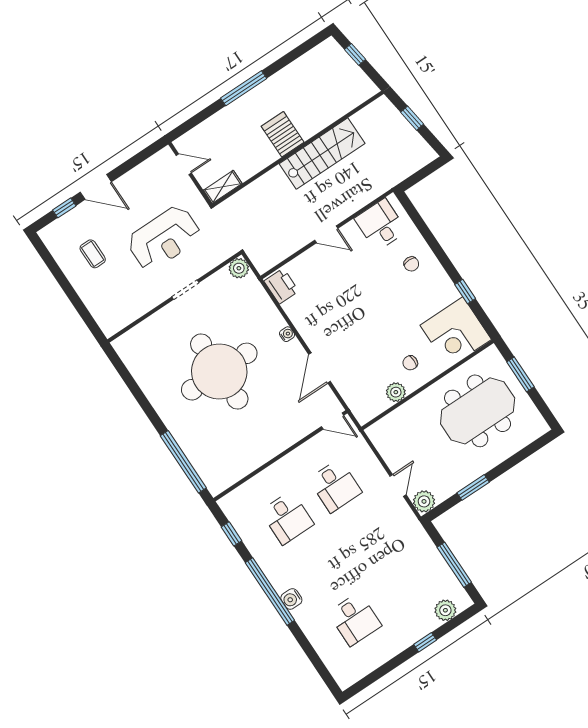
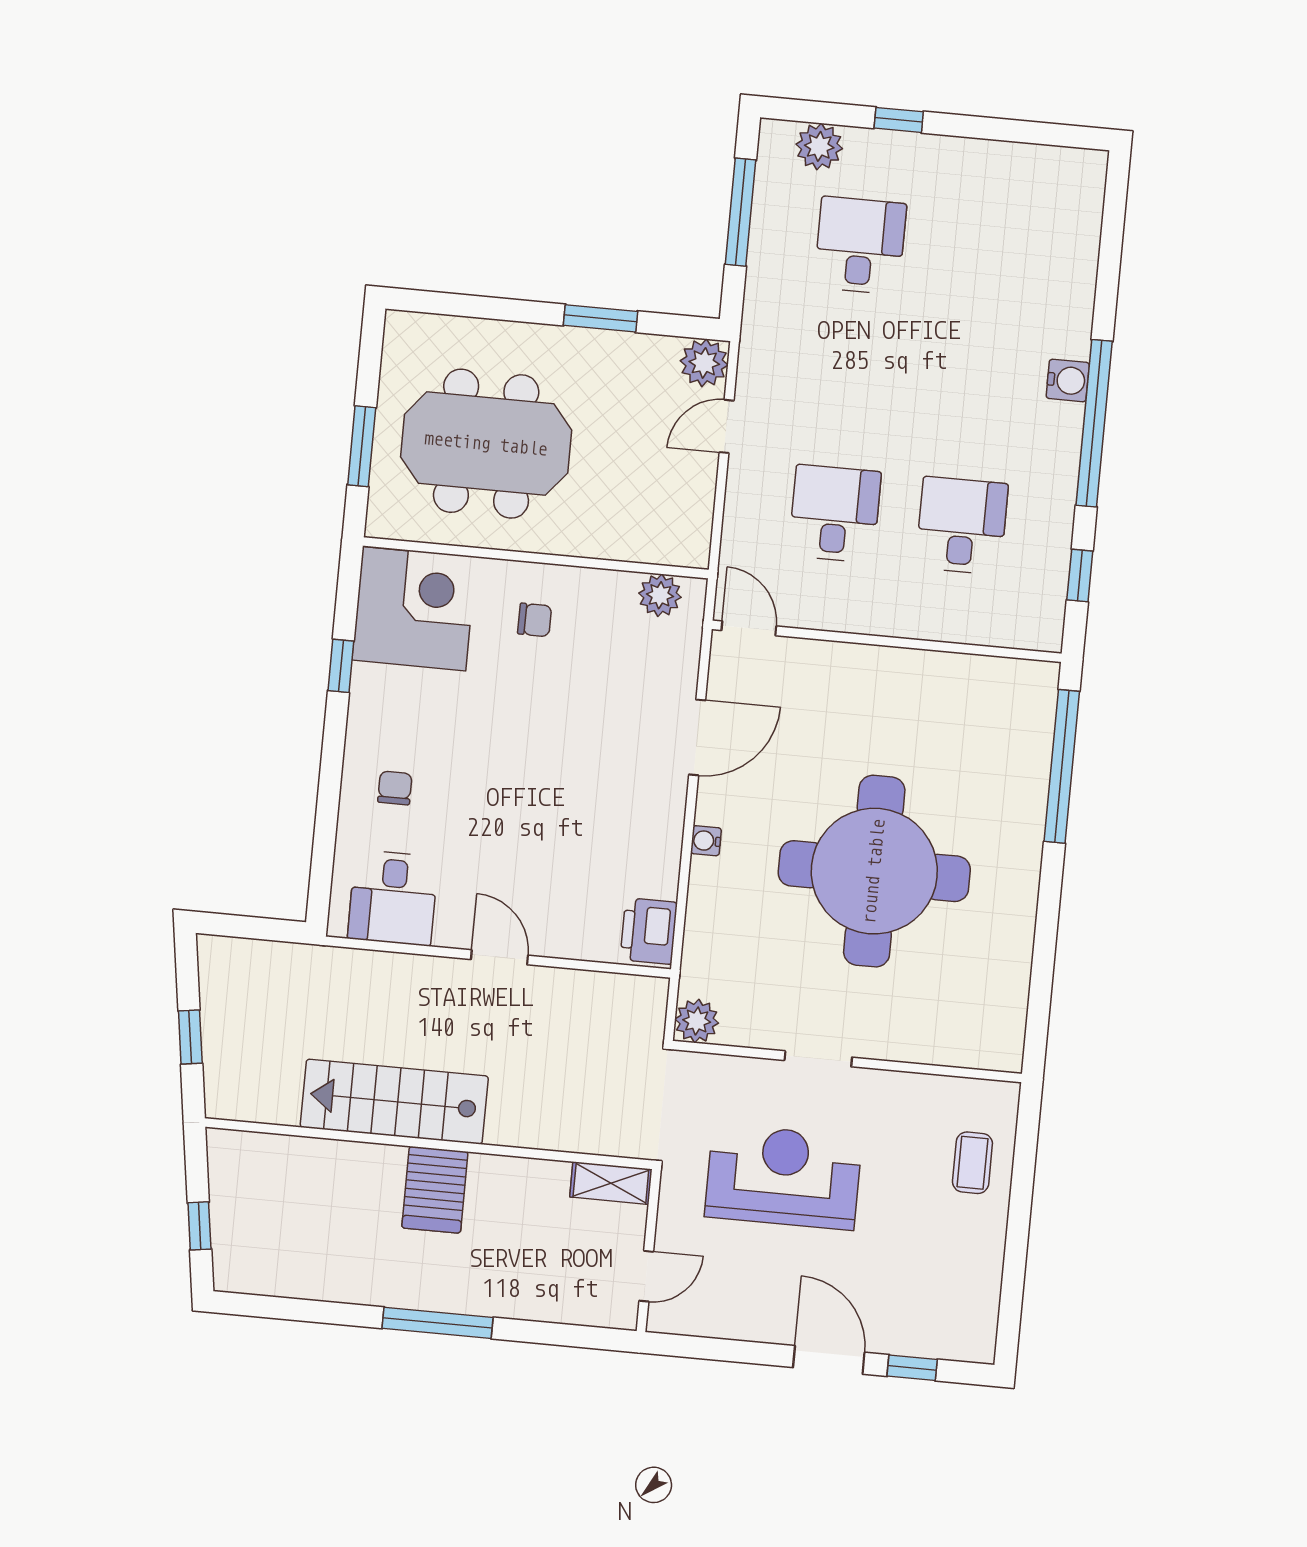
door: (184, 164) -> (646, 1276), swing flipped
coffee table: (93, 254) -> (972, 1163), moved
plant: (396, 392) -> (660, 595), moved
desk: (355, 619) -> (860, 245), moved

